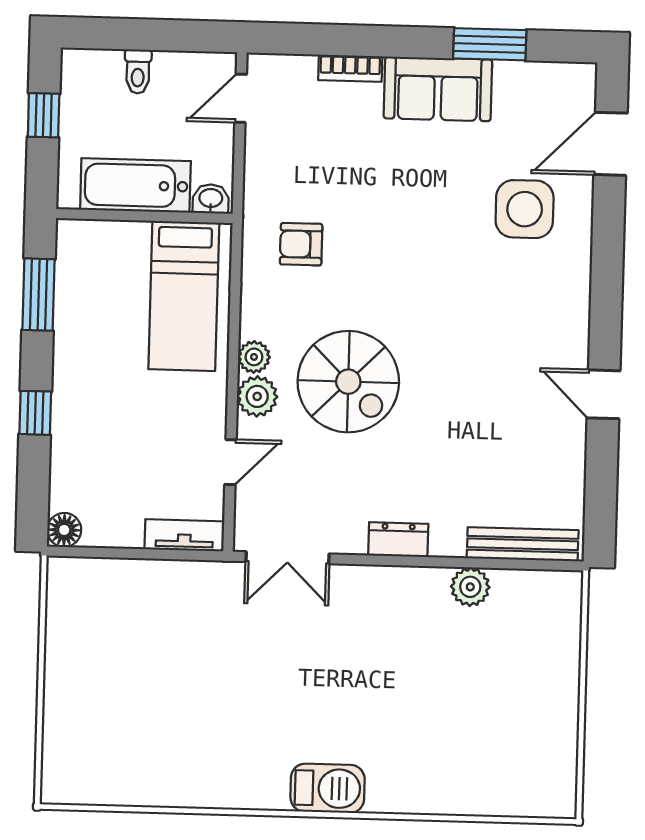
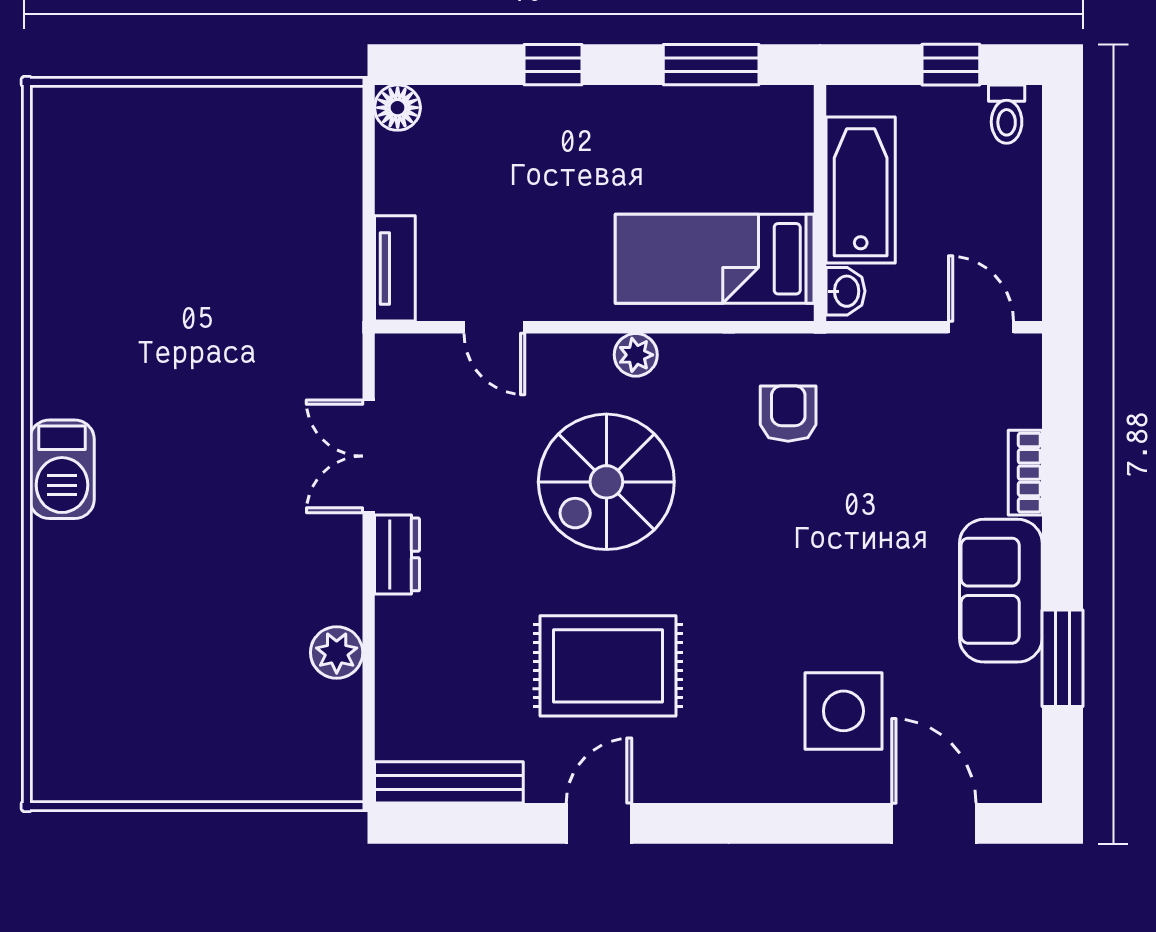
toilet: (138, 71) -> (1007, 114), moved, turned -90
rug: (486, 384) -> (608, 666), added
plant: (257, 396) -> (583, 361), removed
bench: (523, 544) -> (449, 782), moved, turned 90
double door: (287, 558) -> (369, 456), moved

